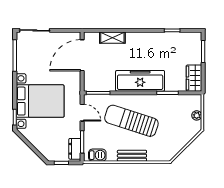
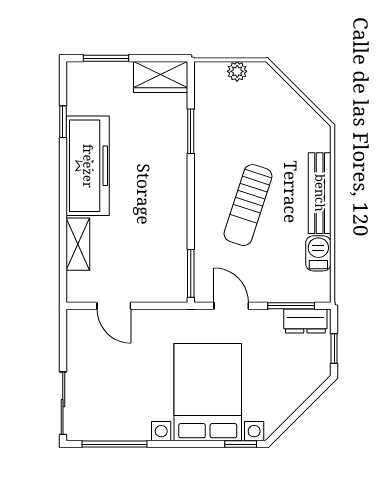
door: (82, 55) -> (114, 306), width x0.53
freezer: (140, 81) -> (88, 166), moved, turned 180
door: (82, 113) -> (231, 306), hinge flipped
sun lounger: (131, 121) -> (248, 205), width x0.73, depth x0.75
barbecue: (97, 155) -> (318, 253), moved
bench: (132, 156) -> (320, 193), width x1.36

